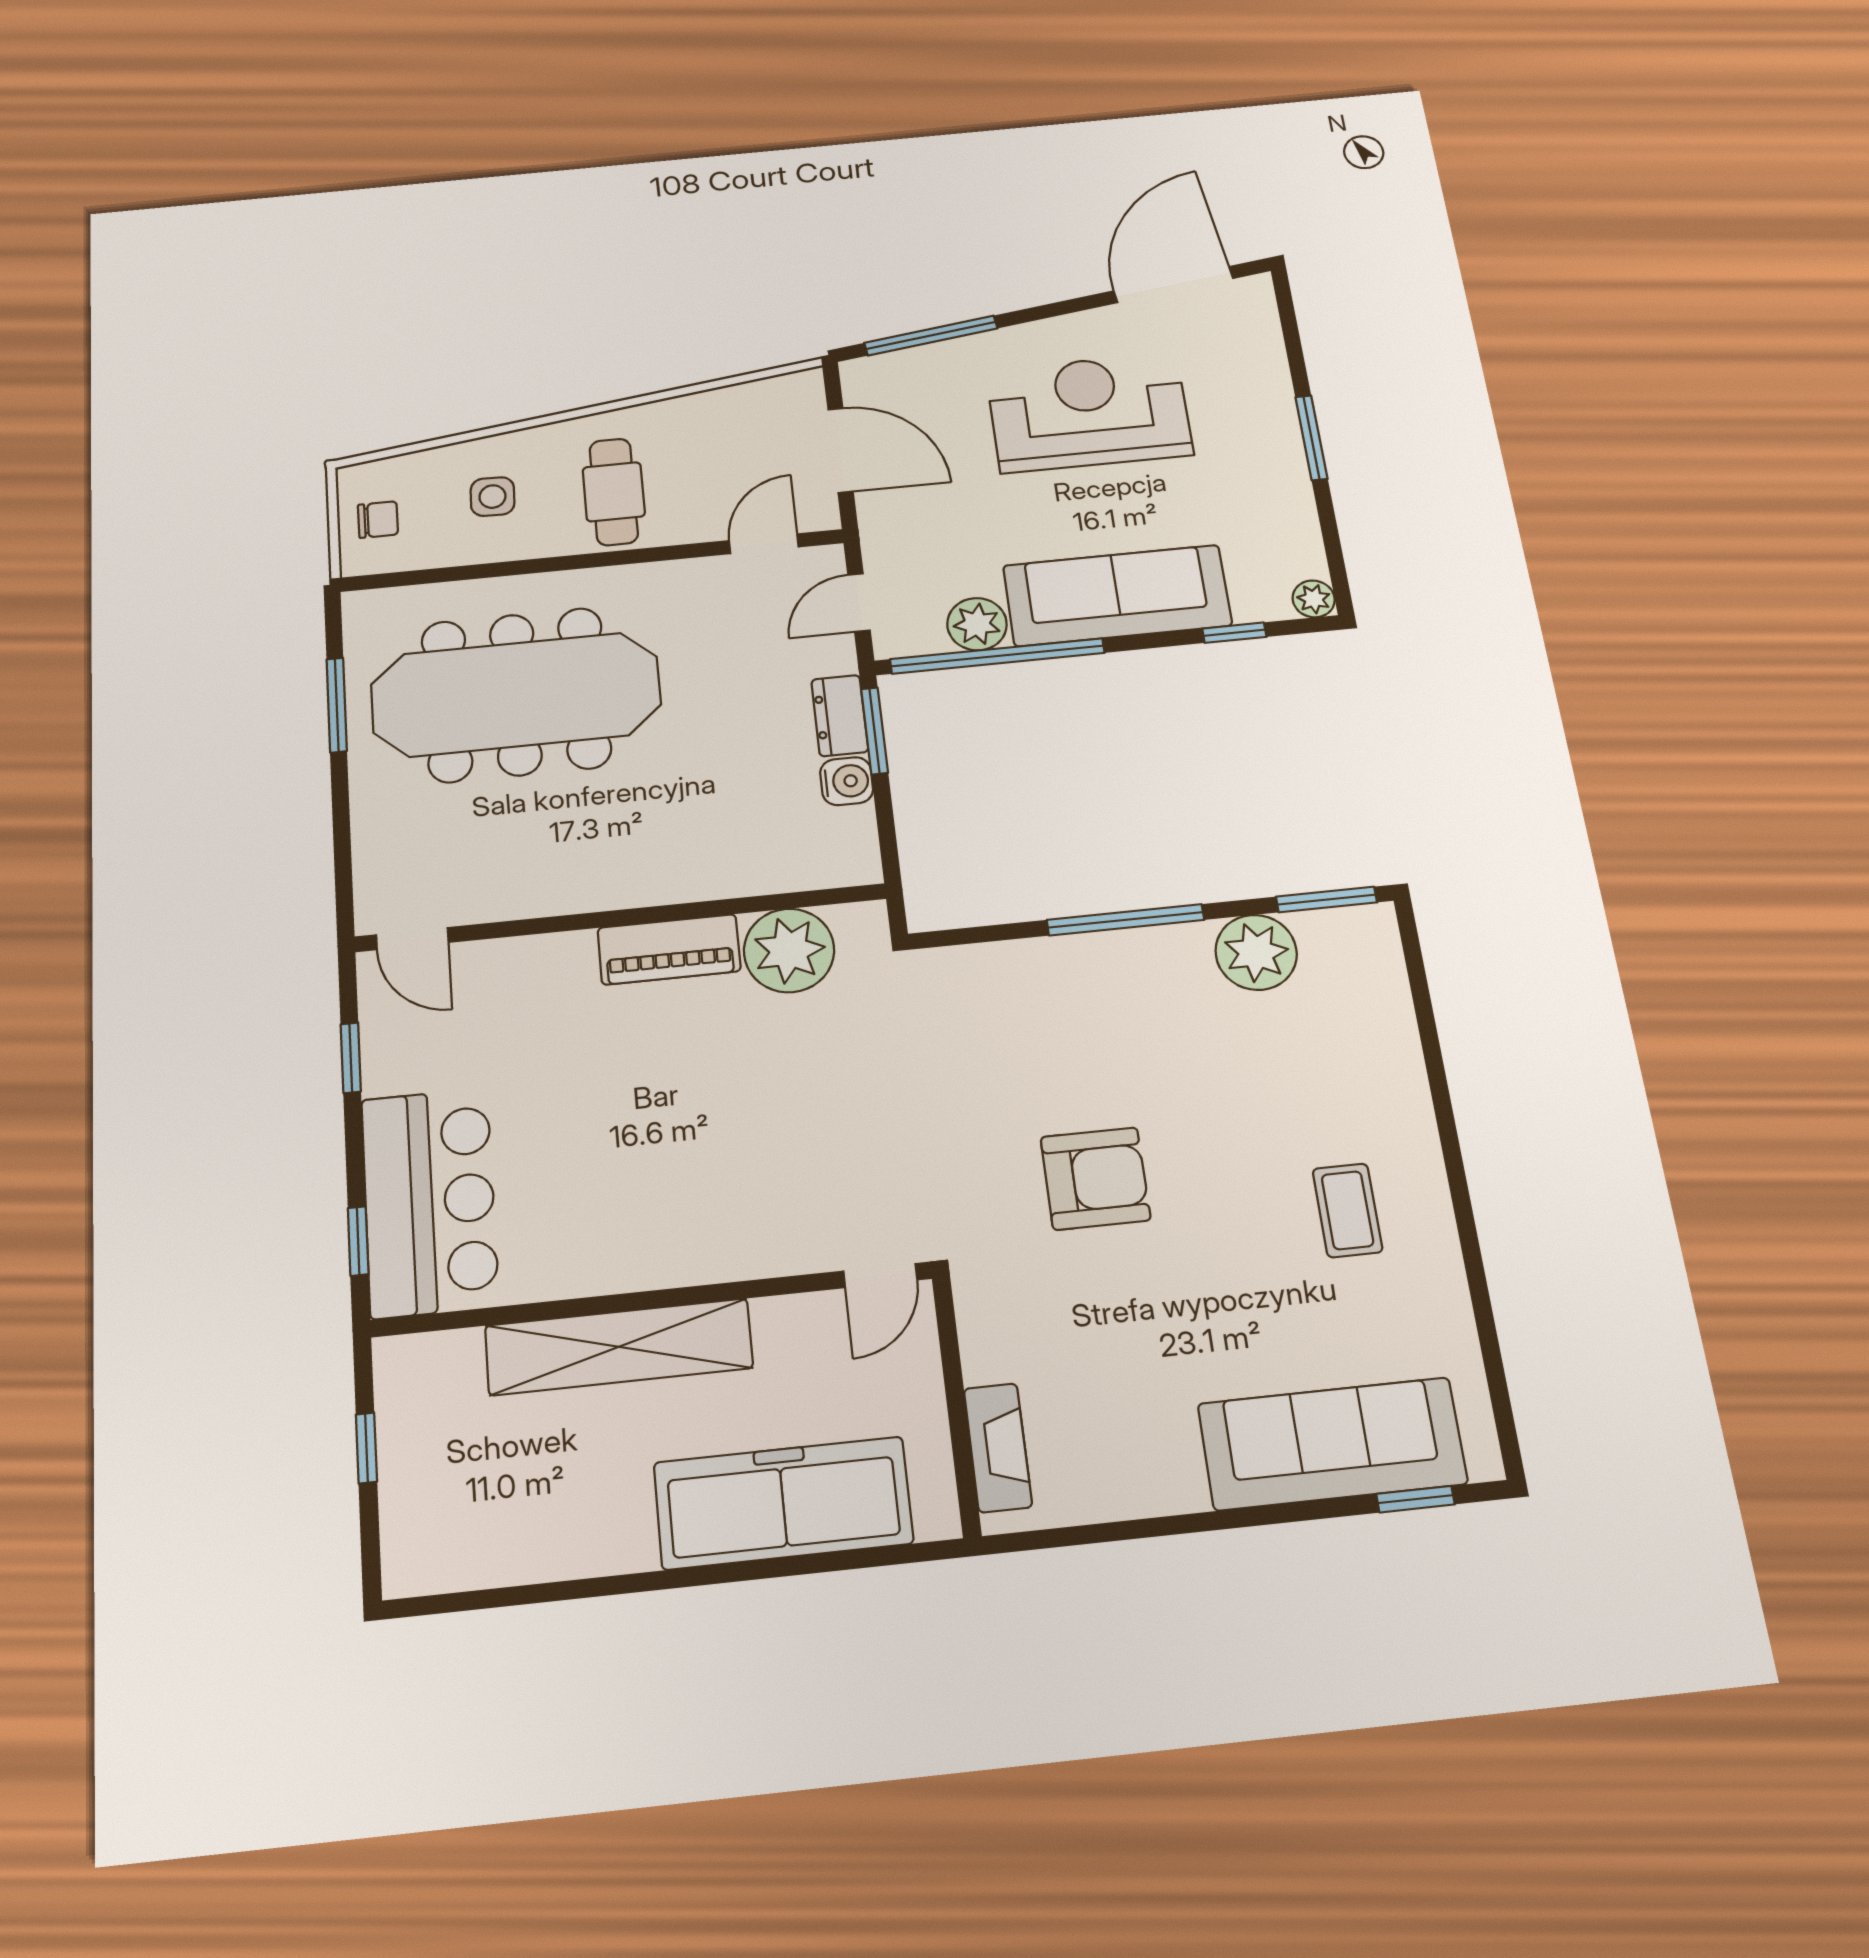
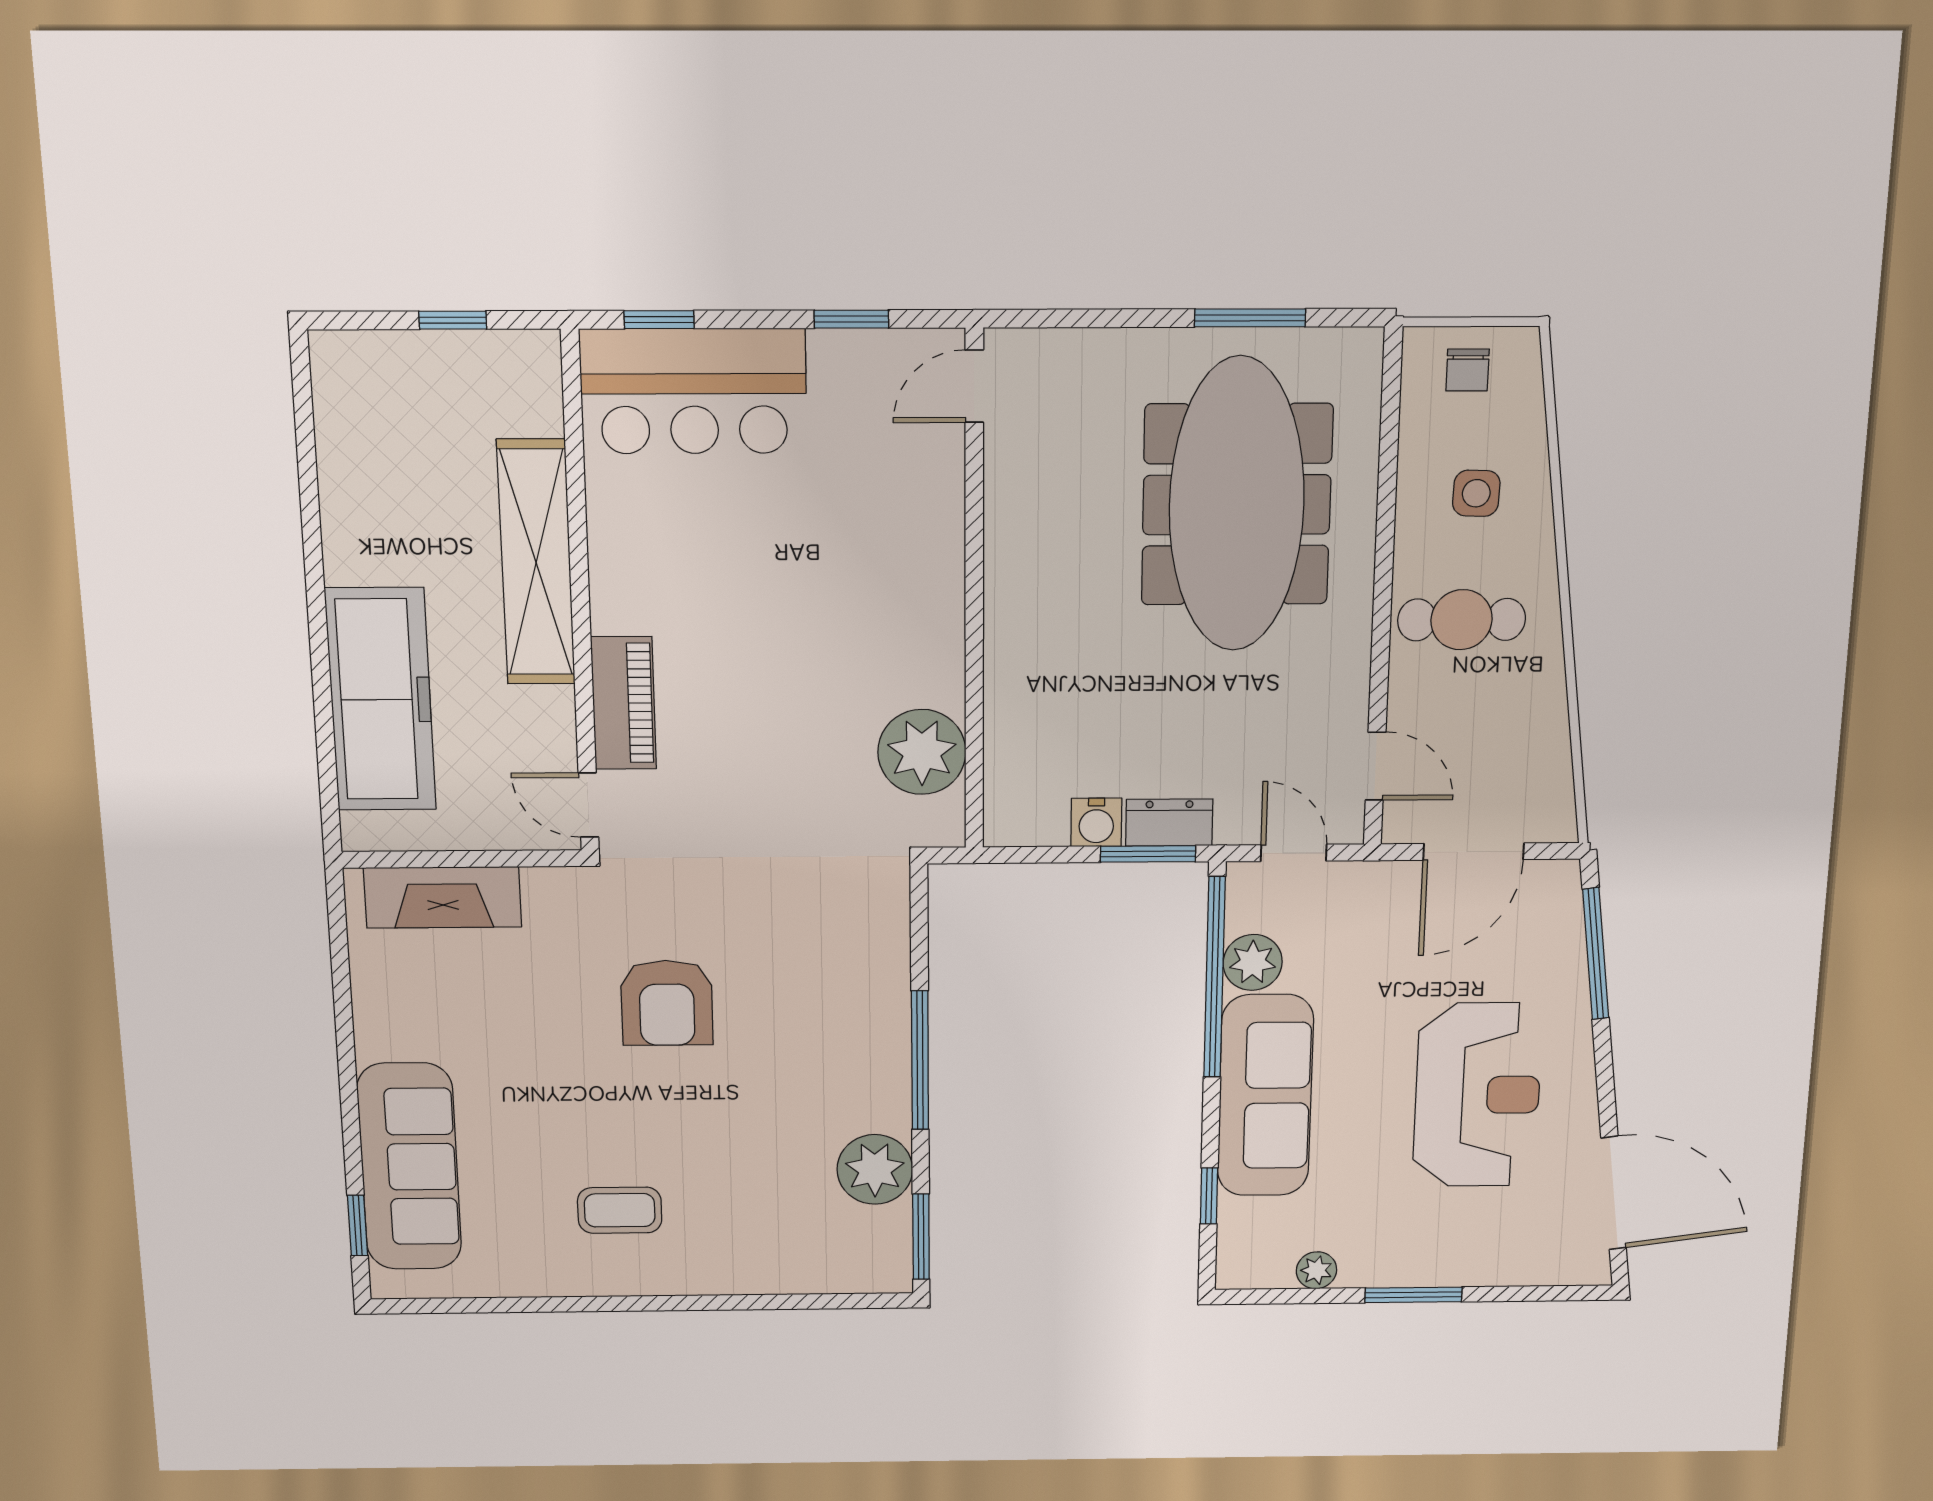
plant: (1314, 599) -> (1316, 1270), moved
piano: (669, 949) -> (624, 703), moved, turned 180
fireplace: (998, 1448) -> (443, 897), width x1.37, depth x1.32

